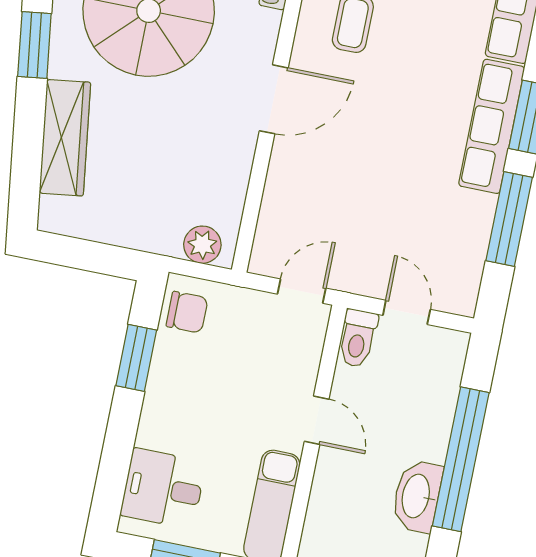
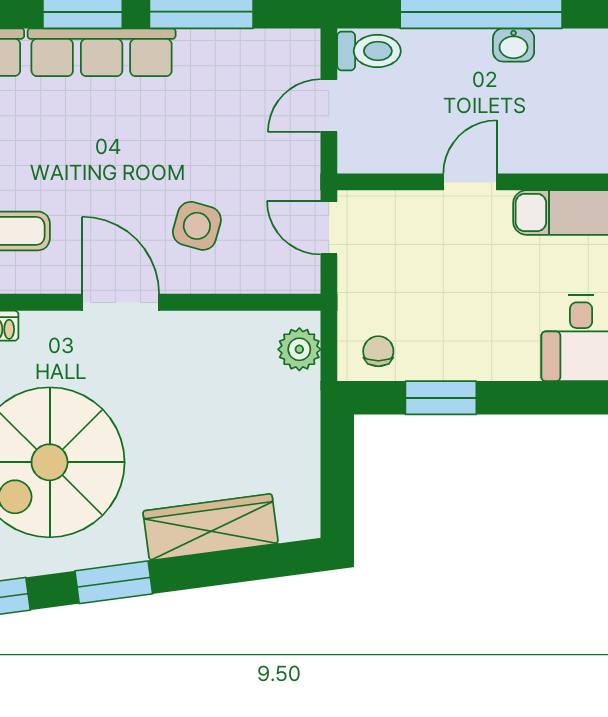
side table: (326, 178) -> (197, 226), added
chair: (187, 312) -> (378, 351), width x0.73, depth x0.73
toilet: (358, 338) -> (369, 51), moved
washbasin: (417, 496) -> (514, 45), width x0.52, depth x0.69

